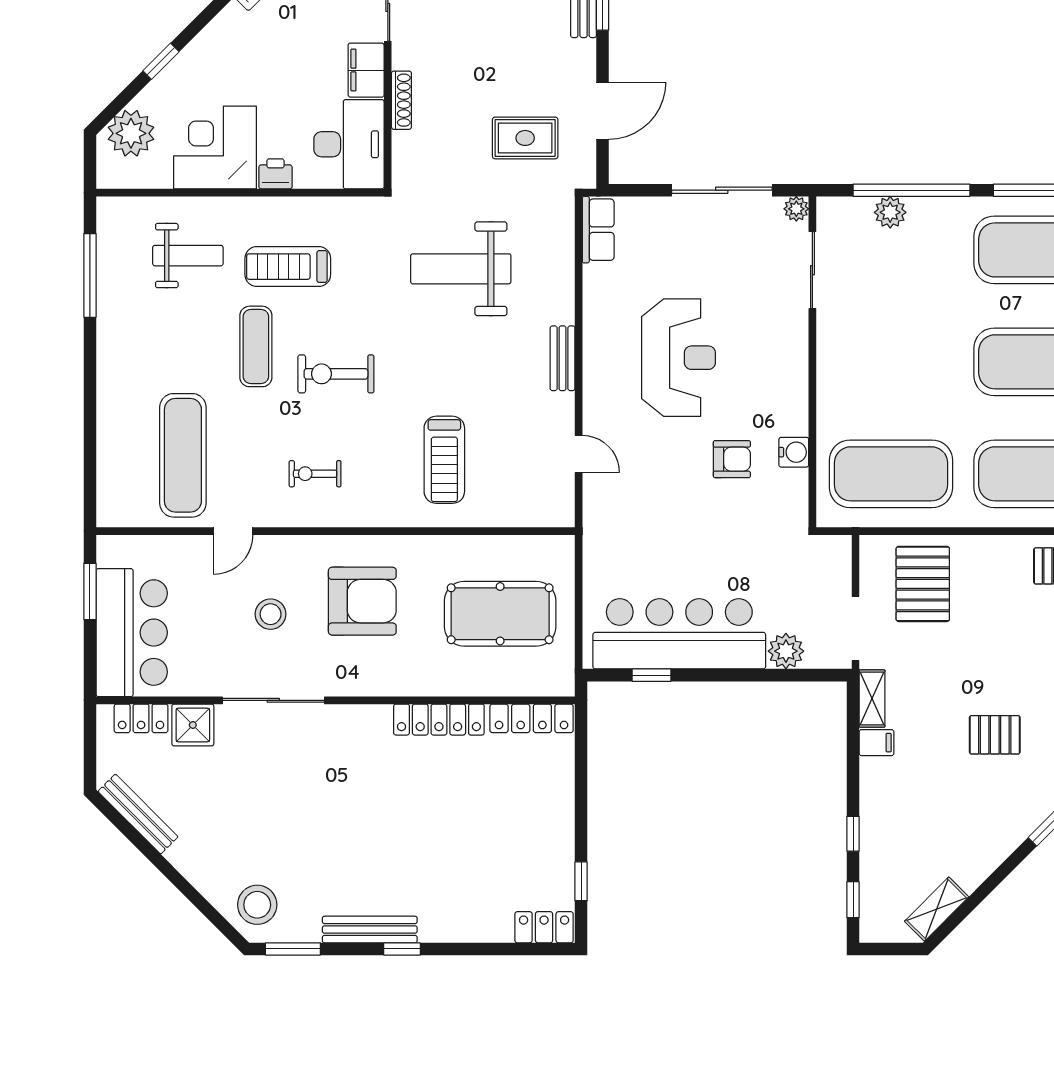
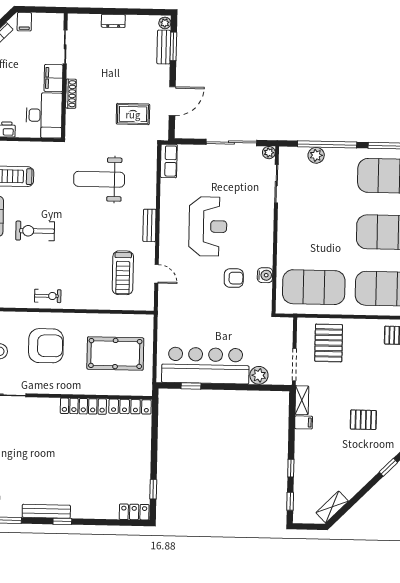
treadmill: (444, 460) -> (123, 273), moved
exercise bike: (315, 474) -> (48, 296), moved, turned 180

